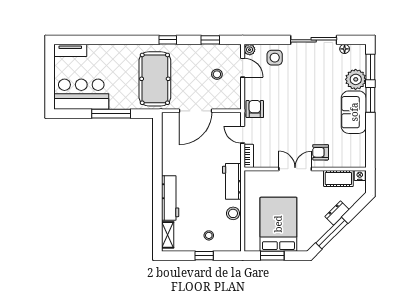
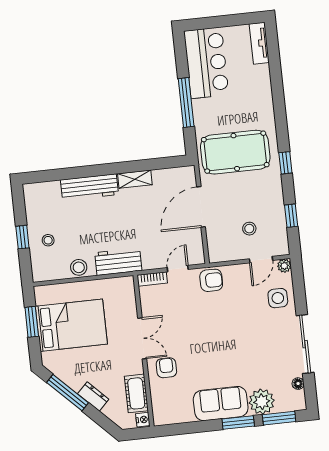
door: (196, 111) -> (201, 207), hinge flipped
shelving: (168, 235) -> (135, 179), moved

